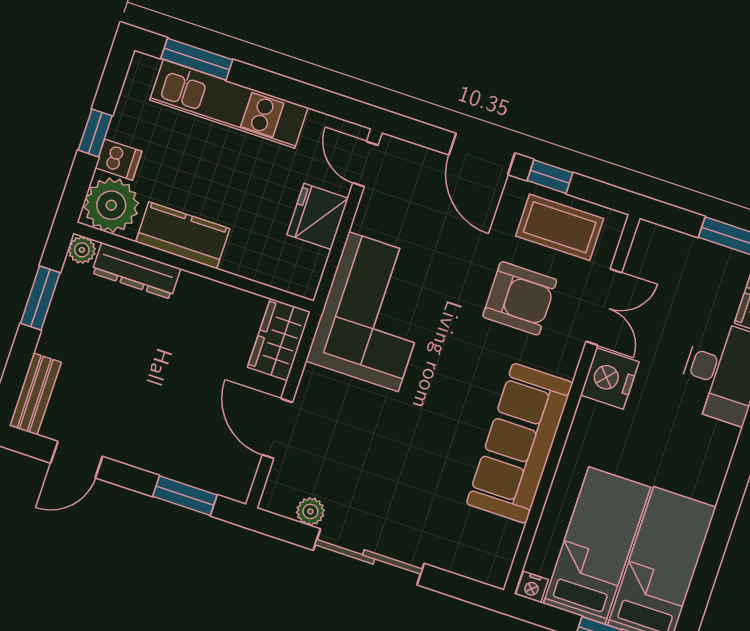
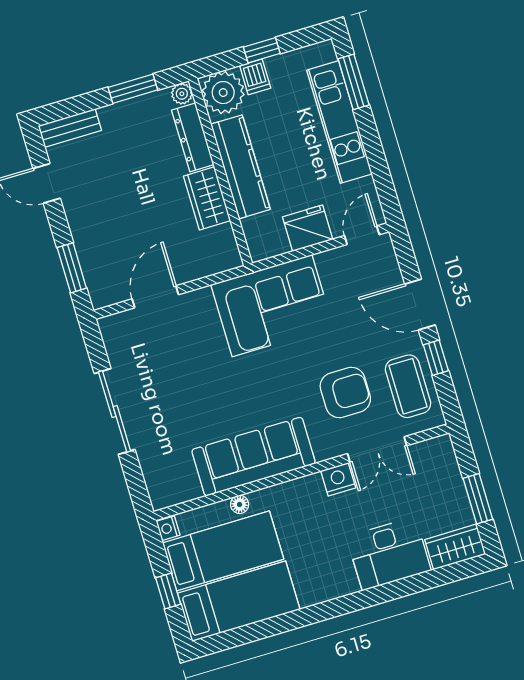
door: (482, 154) -> (420, 304), hinge flipped
kitchen counter: (183, 235) -> (240, 167), width x1.50
armchair: (520, 298) -> (345, 393), turned -90
wardrobe: (279, 340) -> (207, 198), moved, turned -90
nightstand: (610, 378) -> (338, 479), width x0.74, depth x0.75
floor lamp: (560, 493) -> (240, 504), added
plant: (310, 511) -> (118, 354), removed

